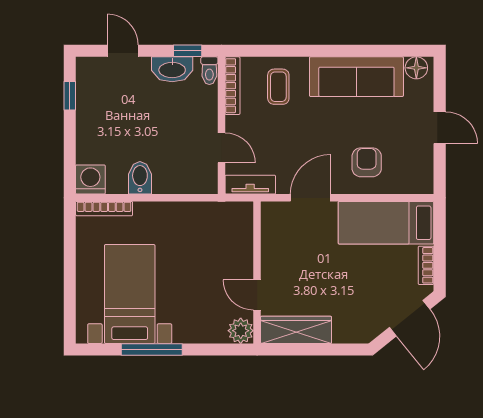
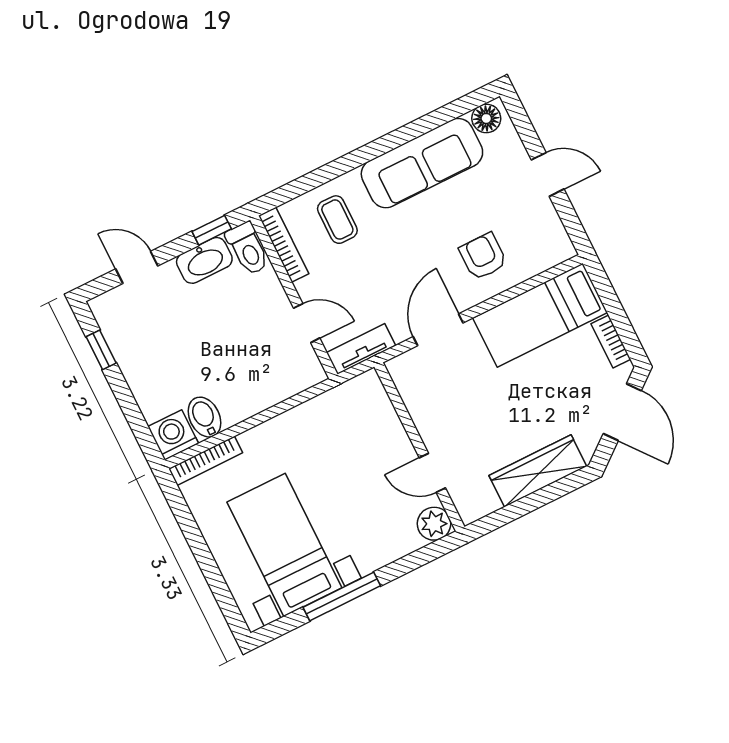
toilet: (209, 71) -> (248, 249), width x1.37, depth x1.39
bidet: (140, 178) -> (204, 417), moved
wardrobe: (296, 330) -> (538, 471), moved

